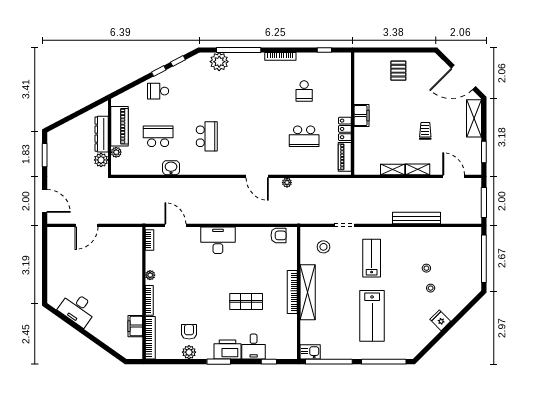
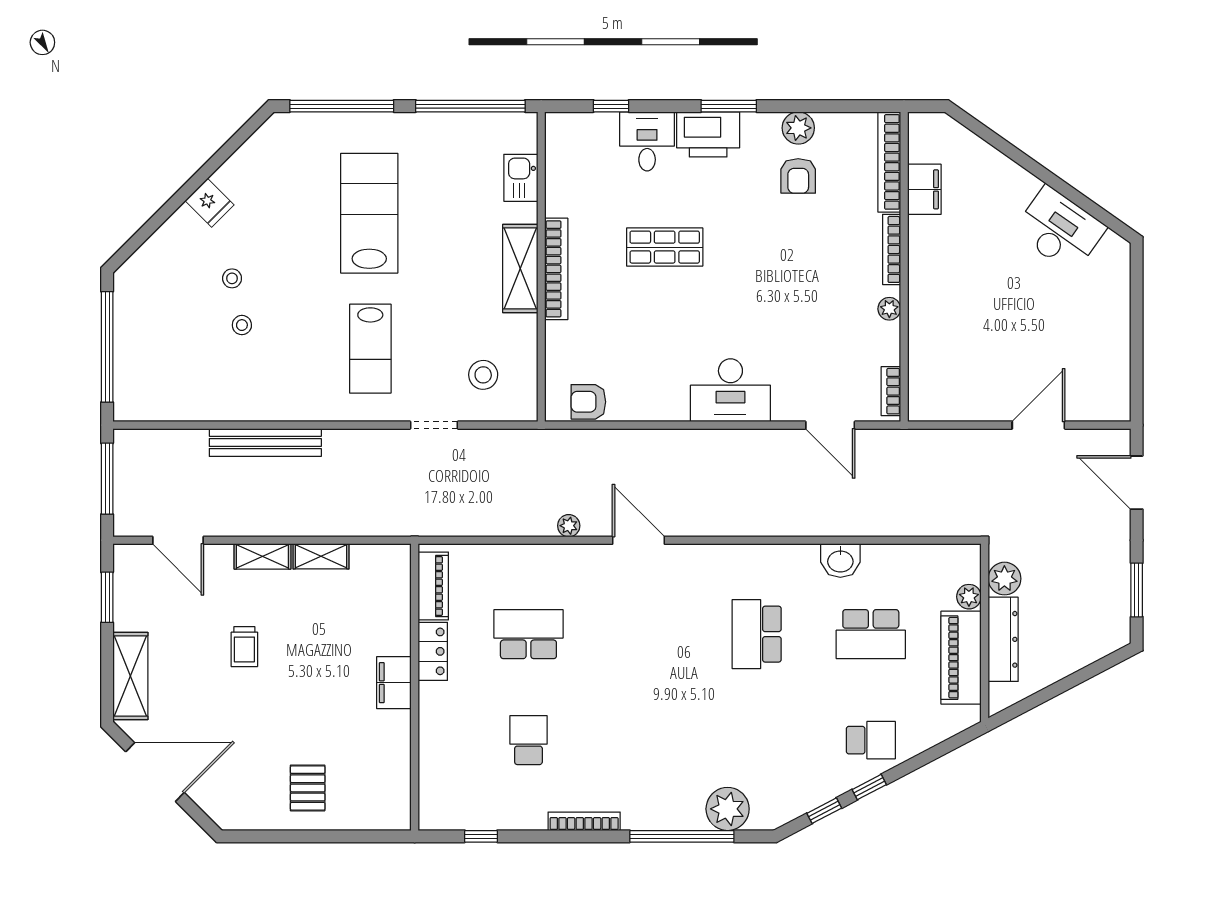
shelving: (308, 292) -> (520, 268), width x0.68
kitchen sink: (310, 352) -> (521, 178), moved, turned 90

